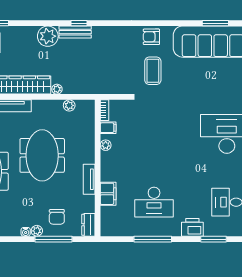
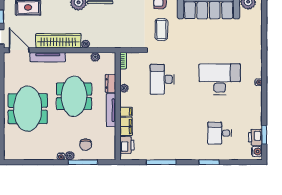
filing cabinet: (108, 128) -> (126, 112), moved
tv unit: (89, 179) -> (111, 110), width x1.41
desk: (154, 202) -> (162, 79), moved, turned 90
dresser: (88, 225) -> (110, 83), moved
printer: (192, 227) -> (127, 145), moved, turned 90

